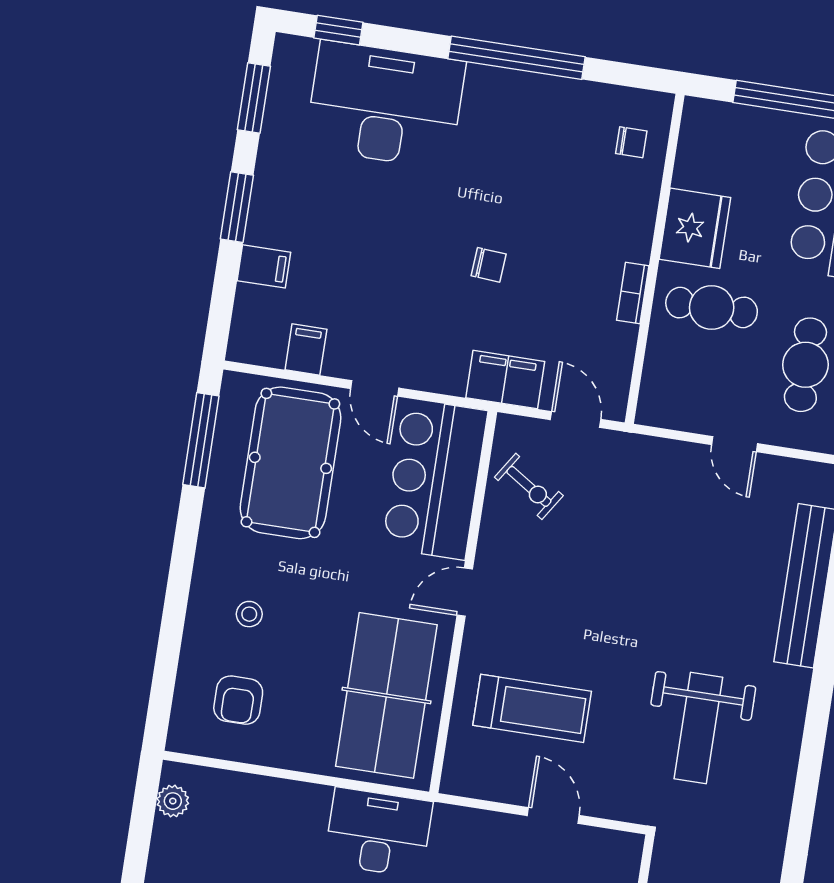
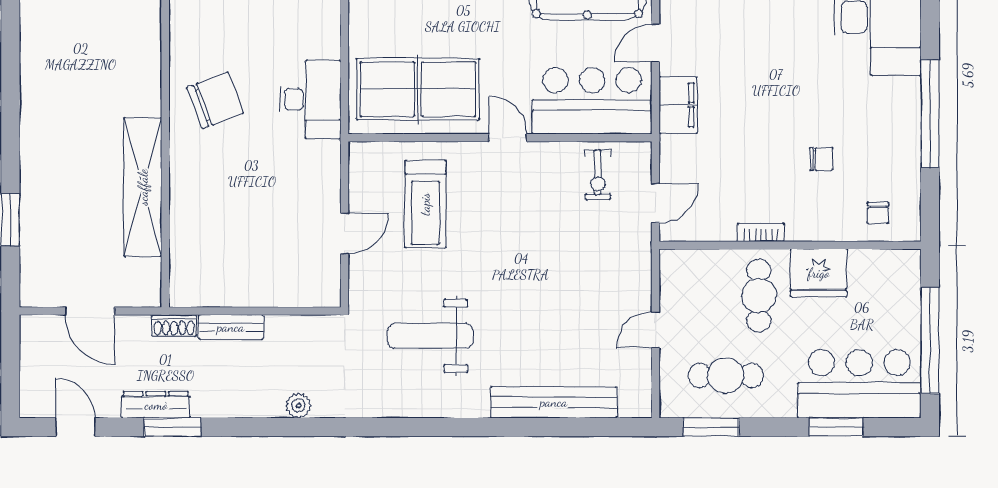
chair: (489, 265) -> (821, 159), moved, turned -94
filing cabinet: (505, 380) -> (678, 105), moved
exercise bike: (529, 486) -> (598, 175), turned -33

